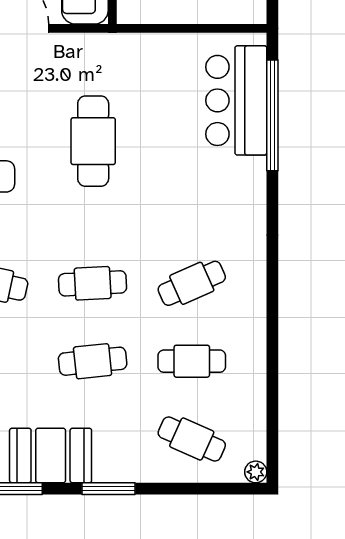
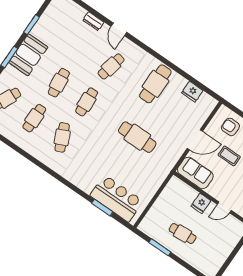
window: (272, 115) -> (102, 208), width x0.47
booth: (51, 456) -> (28, 55), moved

